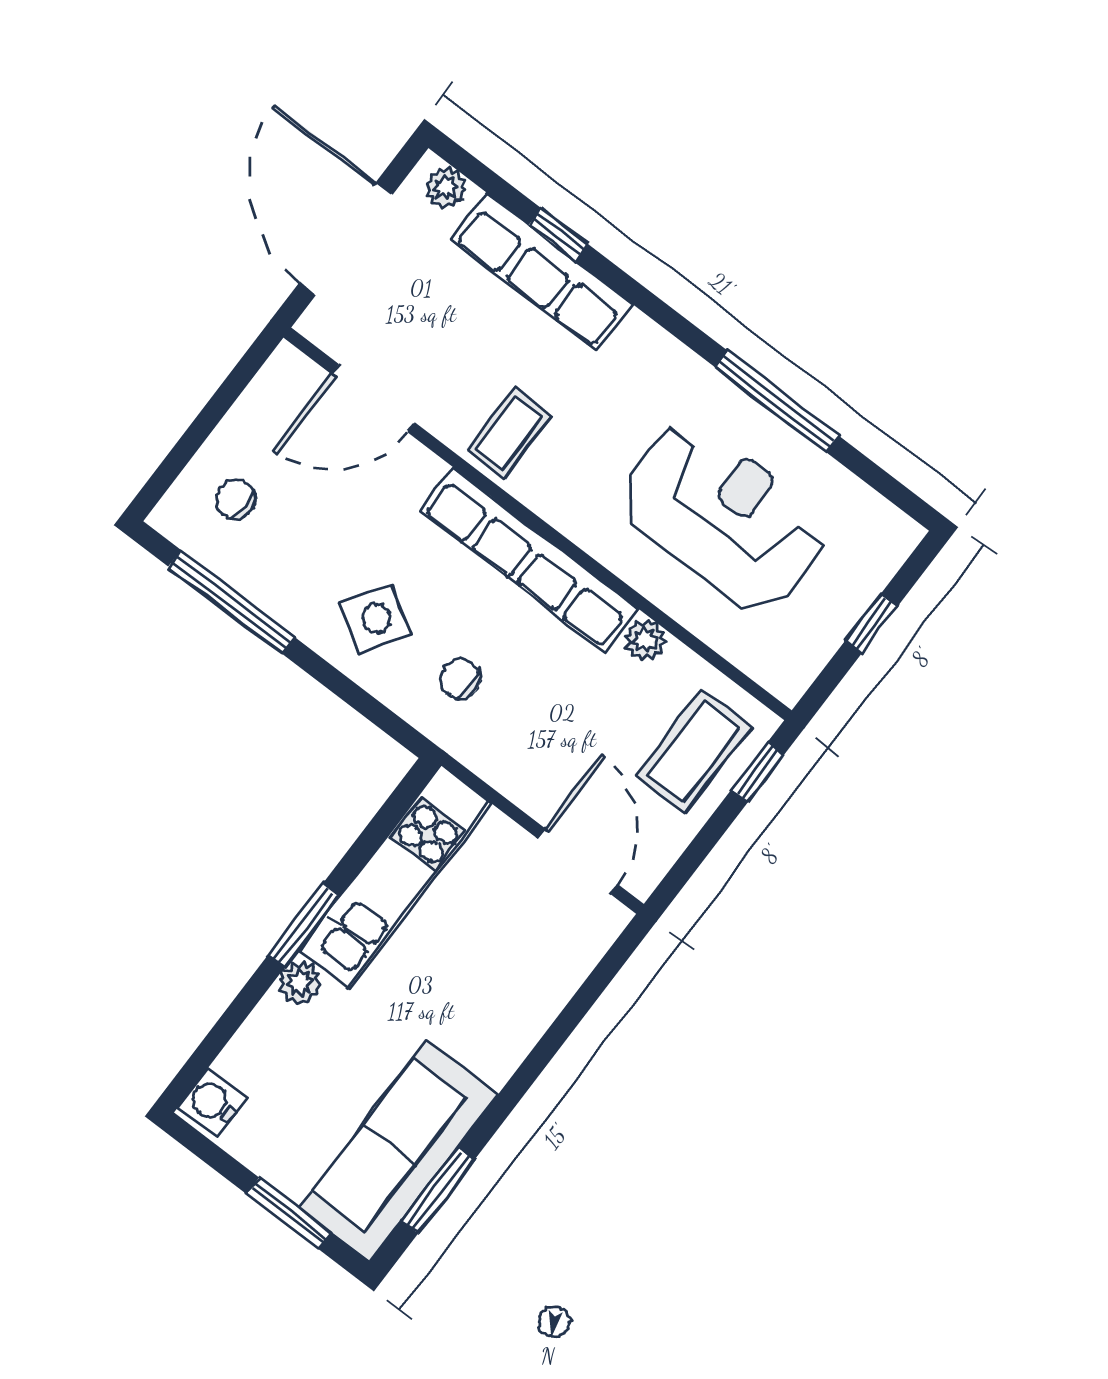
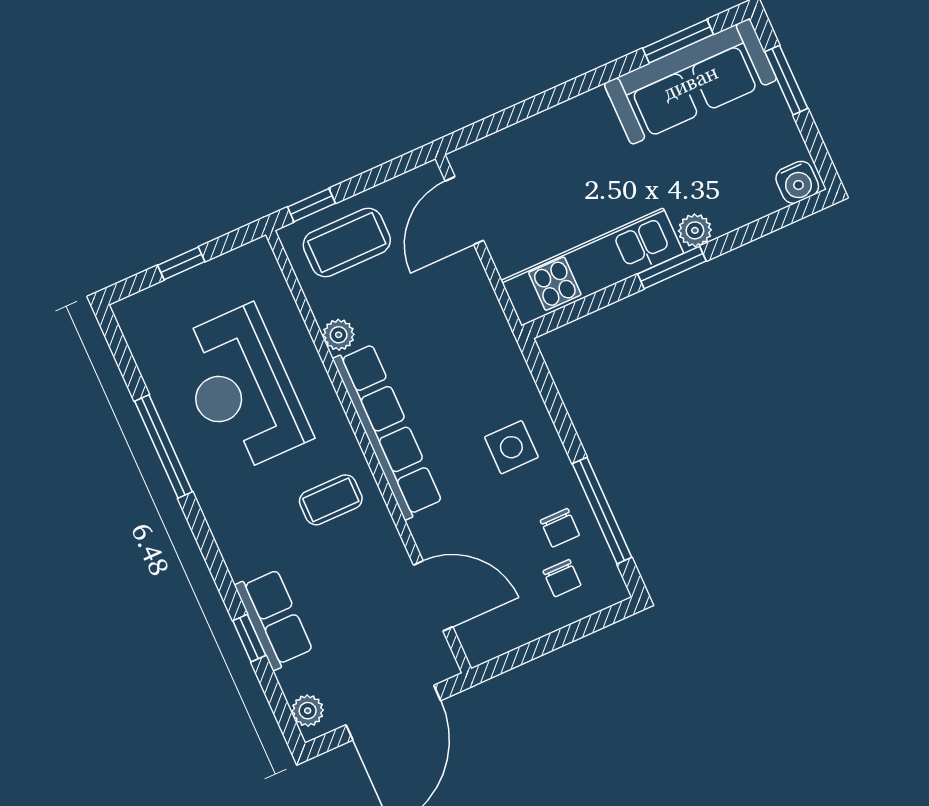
row of seats: (542, 272) -> (274, 619), width x0.68
coffee table: (509, 433) -> (331, 500), moved
side table: (376, 618) -> (511, 447), turned -32
chair: (460, 679) -> (560, 528), moved

